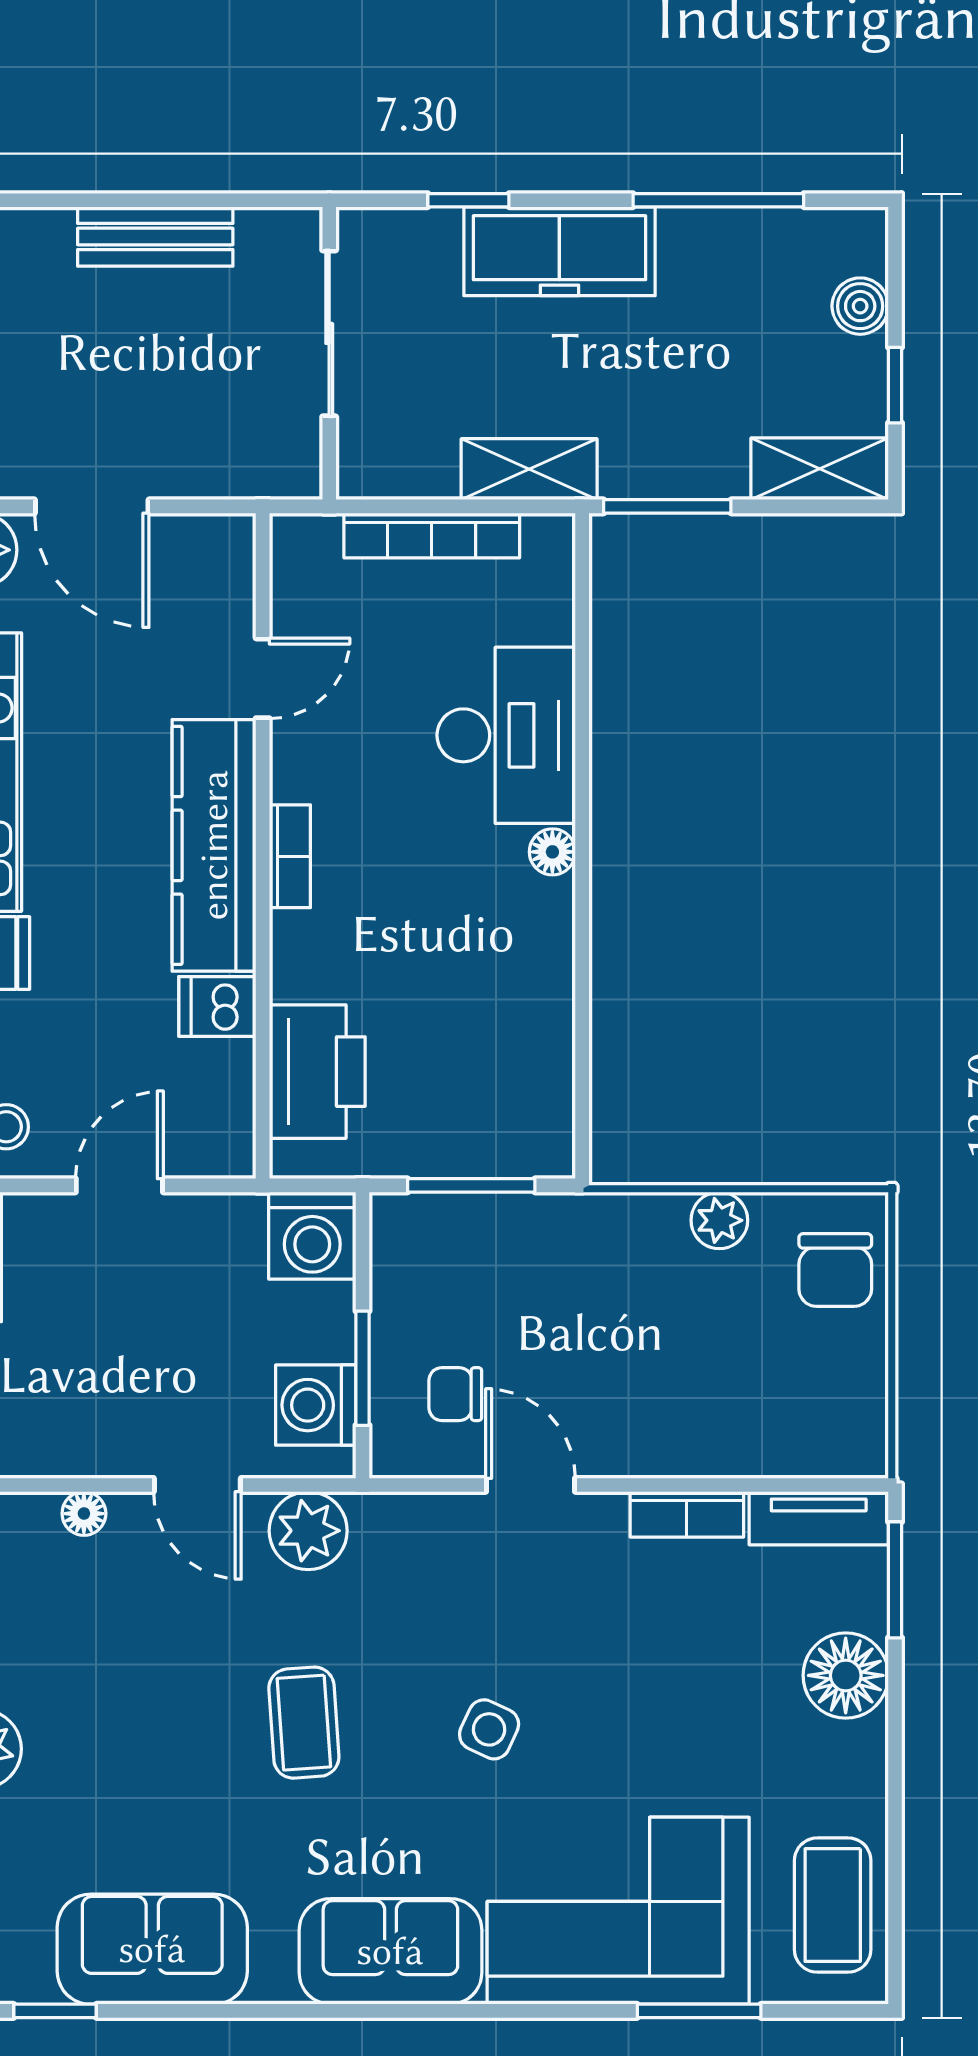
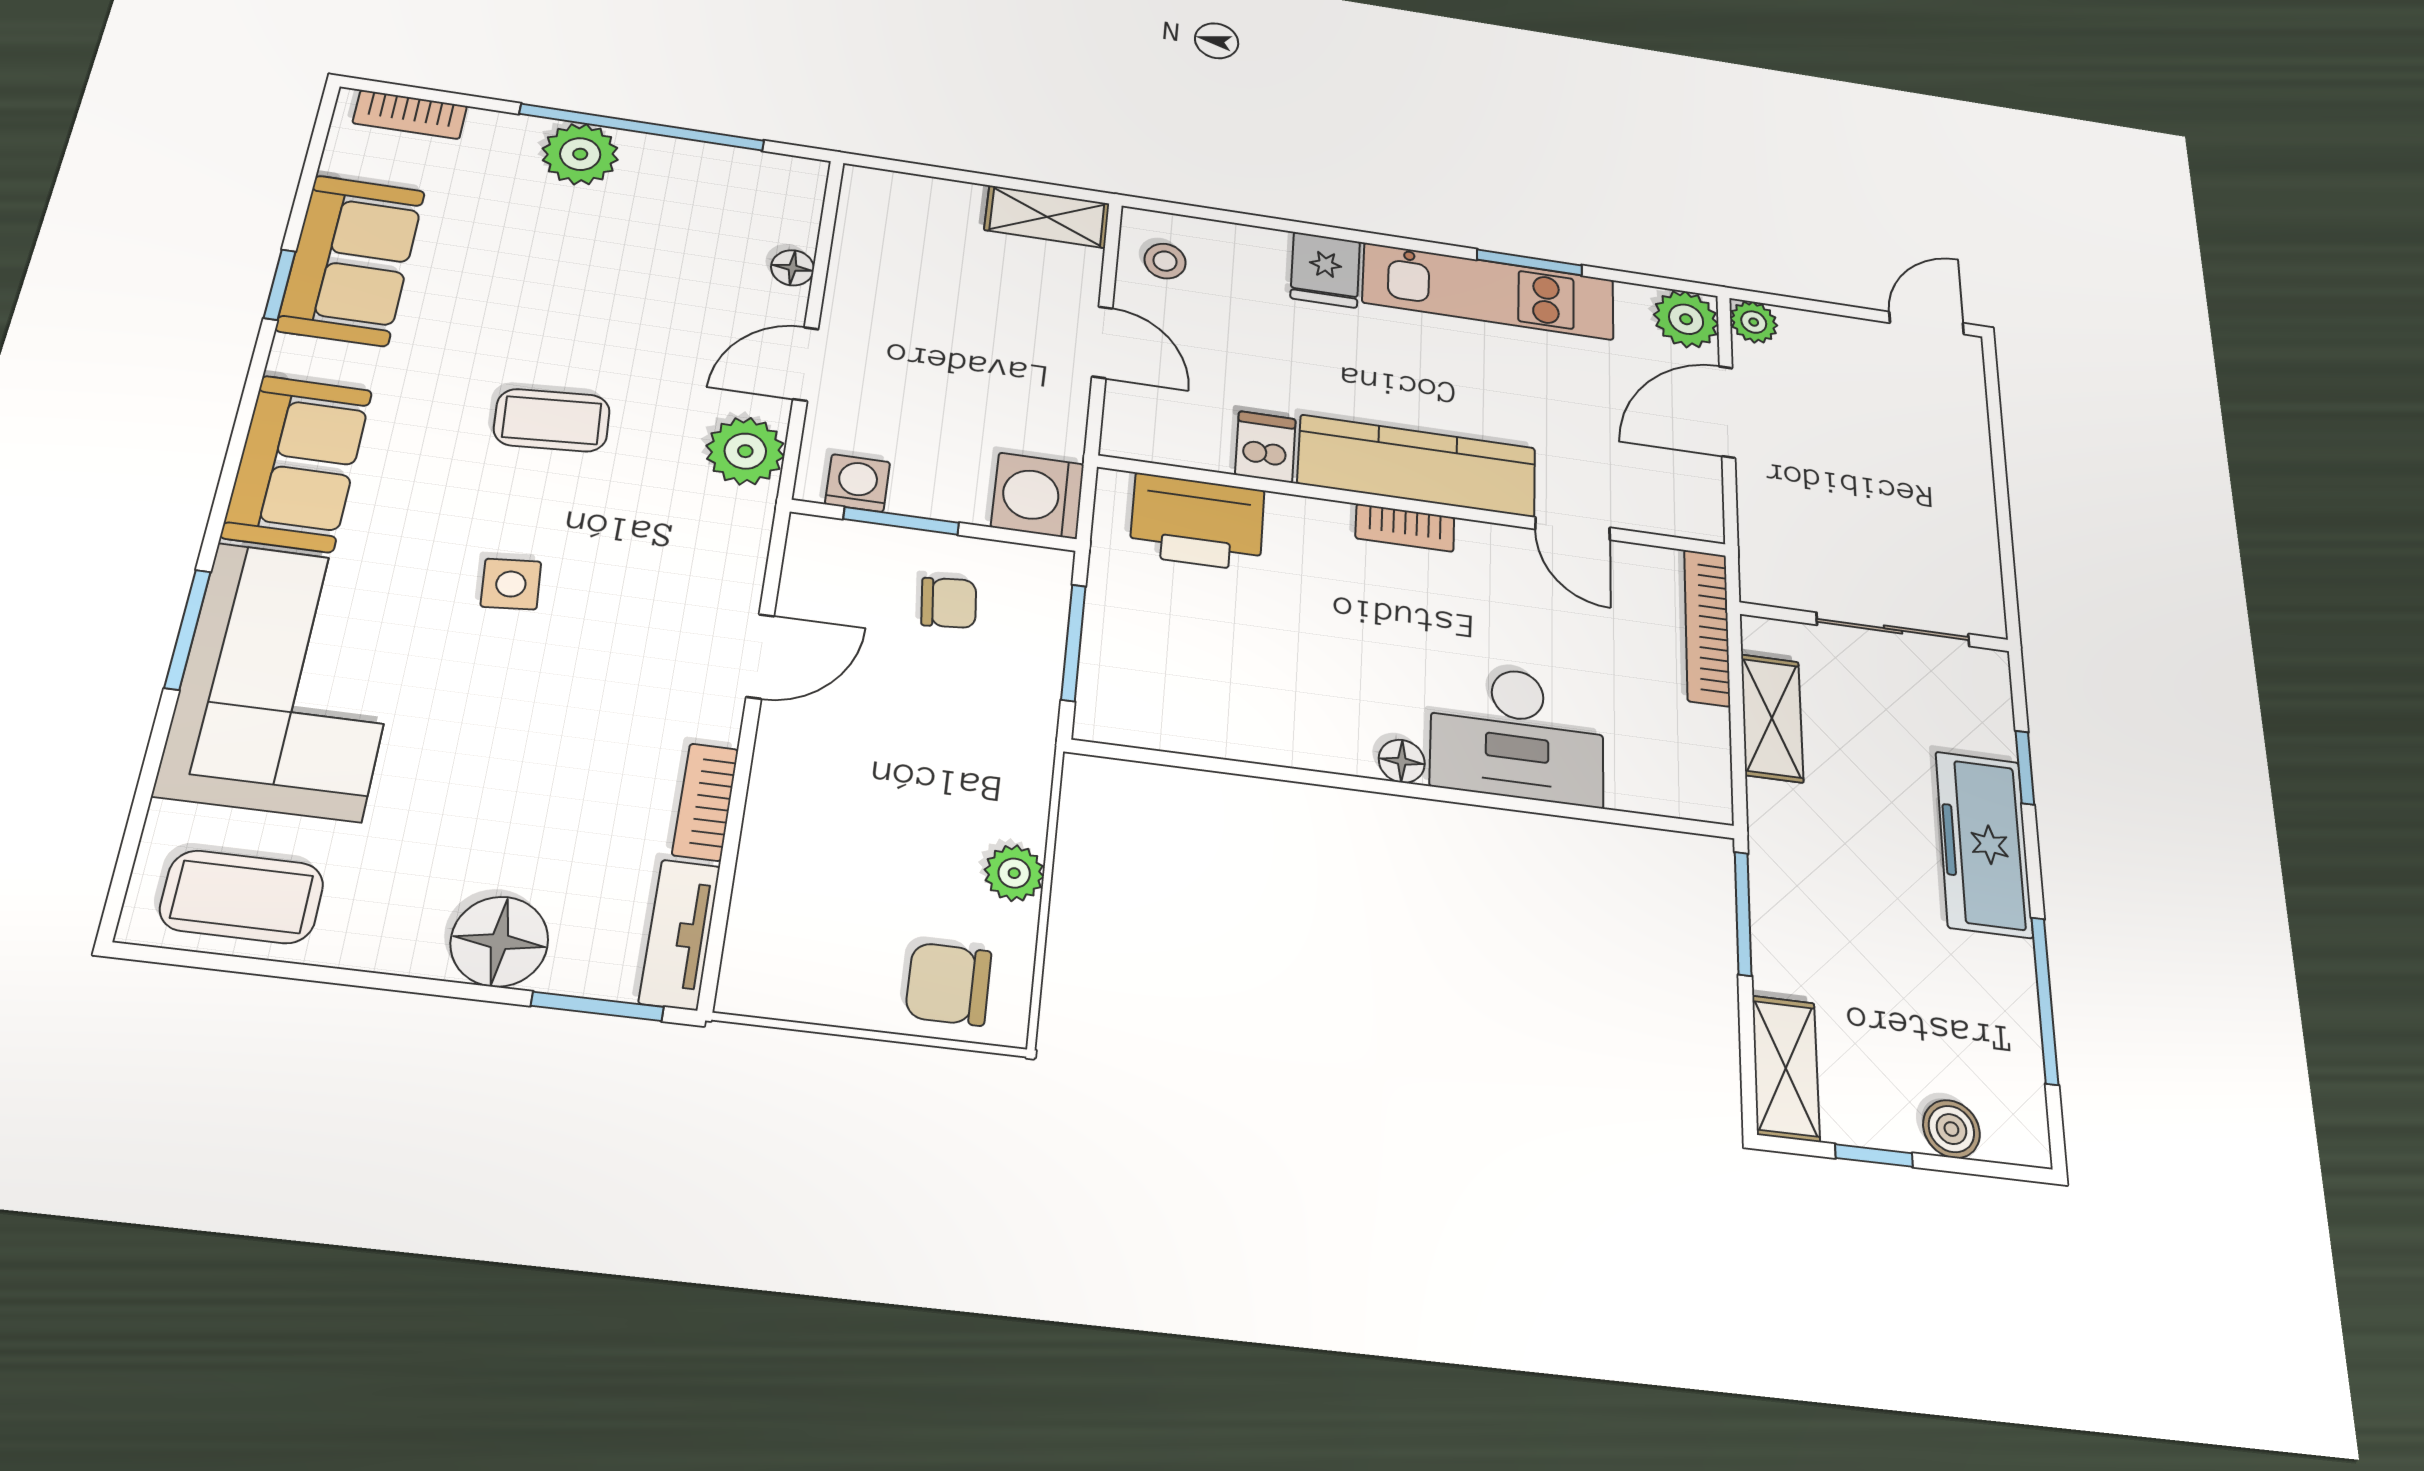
bench: (155, 236) -> (1970, 498), removed
shelving: (529, 469) -> (1772, 718), moved
bookcase: (432, 536) -> (1707, 627), moved
chair: (455, 1394) -> (949, 603), moved, turned 85
washing machine: (316, 1405) -> (858, 483), width x0.73, depth x0.73
side table: (489, 1729) -> (511, 584), turned -30
window: (55, 2011) -> (280, 285), moved
window: (699, 2011) -> (188, 629), moved

